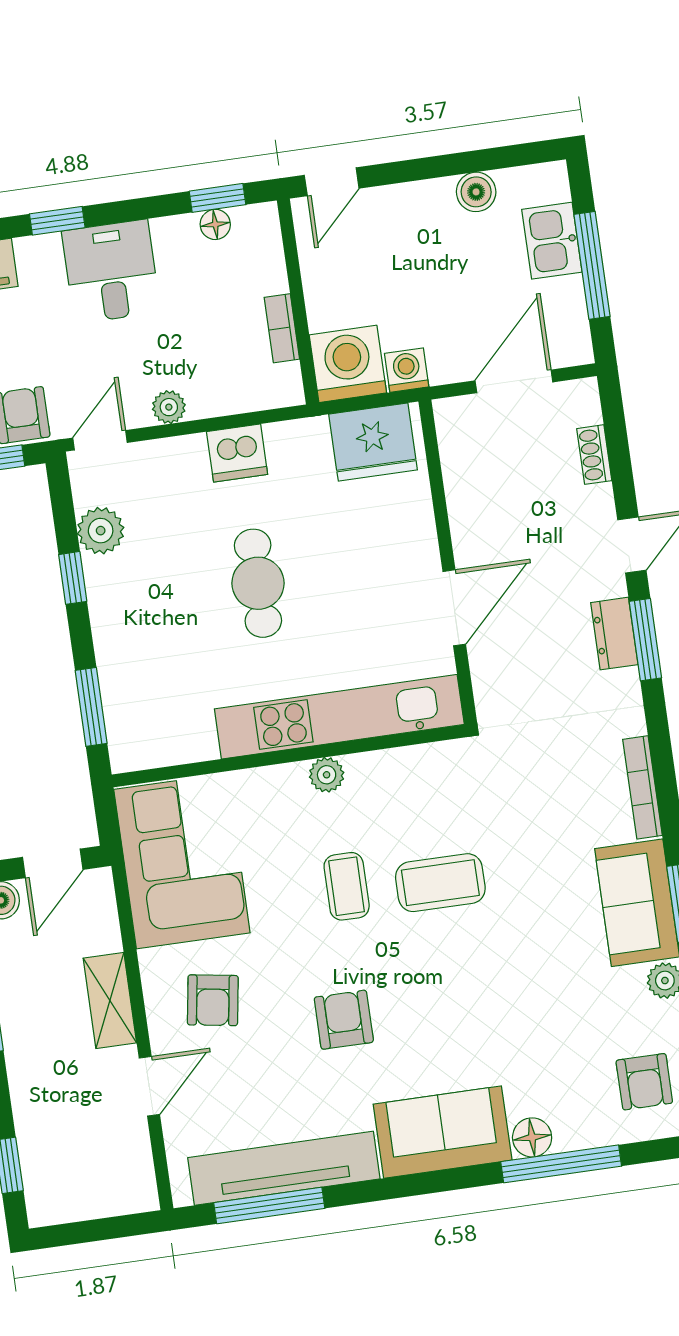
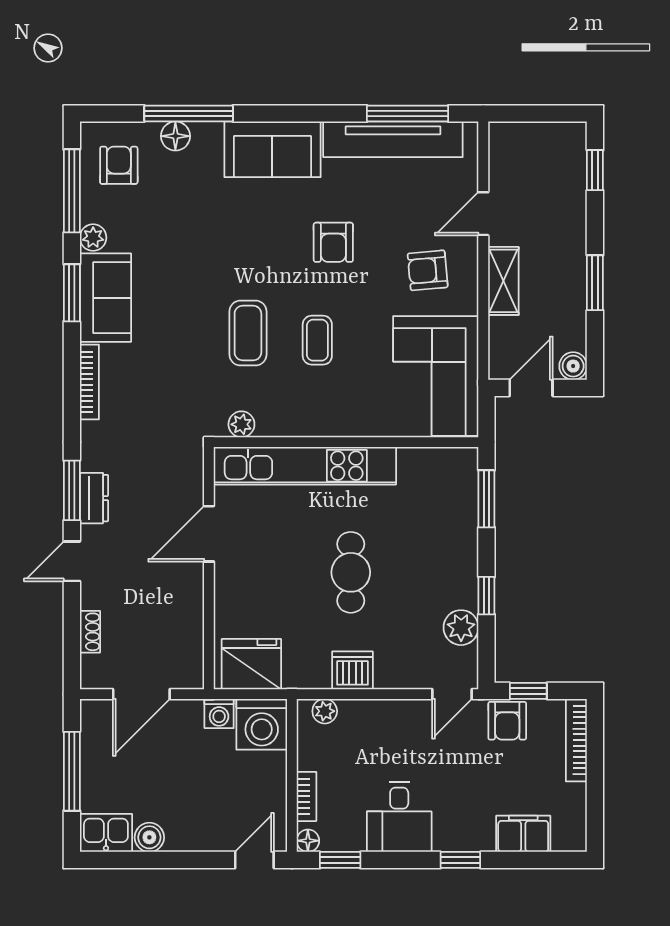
floor lamp: (215, 224) -> (308, 841), moved
kitchen sink: (552, 241) -> (106, 833), moved, turned -90
desk: (111, 271) -> (399, 817), moved
bookcase: (282, 328) -> (307, 796), moved
plant: (169, 407) -> (325, 711), moved
plant: (327, 775) -> (241, 424), moved
coffee table: (440, 883) -> (248, 333), turned 90
armchair: (213, 1000) -> (428, 270), turned -104
floor lamp: (532, 1137) -> (175, 136), moved

